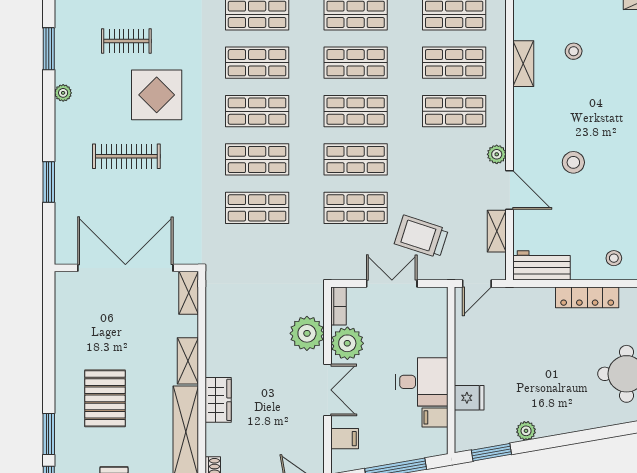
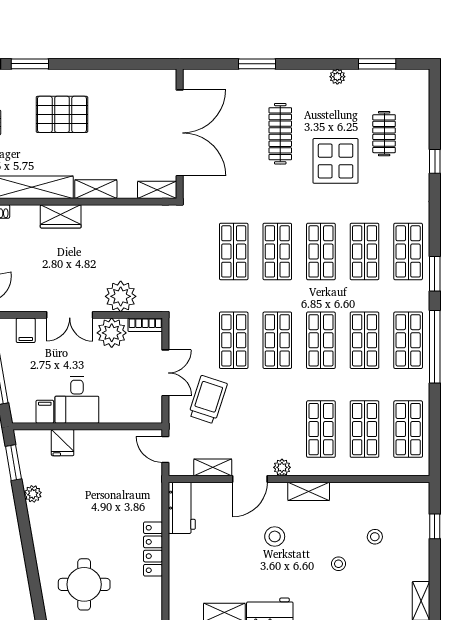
shelving: (523, 64) -> (309, 491), moved
stool: (614, 258) -> (338, 564), moved

